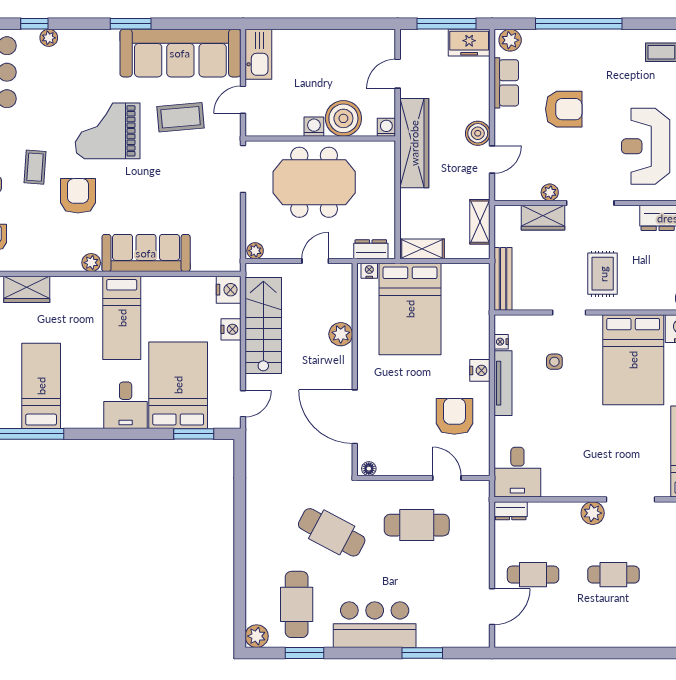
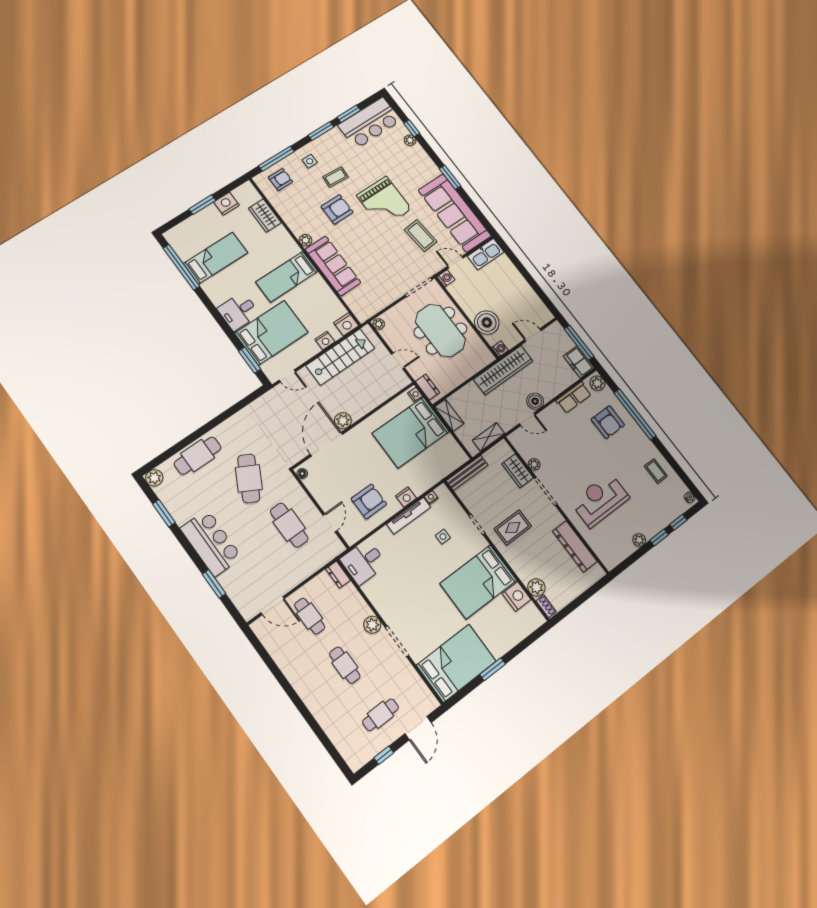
armchair: (564, 109) -> (608, 422), moved
washing machine: (314, 127) -> (446, 278), moved
grand piano: (108, 131) -> (384, 202), turned 180
plant: (341, 334) -> (343, 421), moved
cafe table: (297, 604) -> (198, 456), moved

